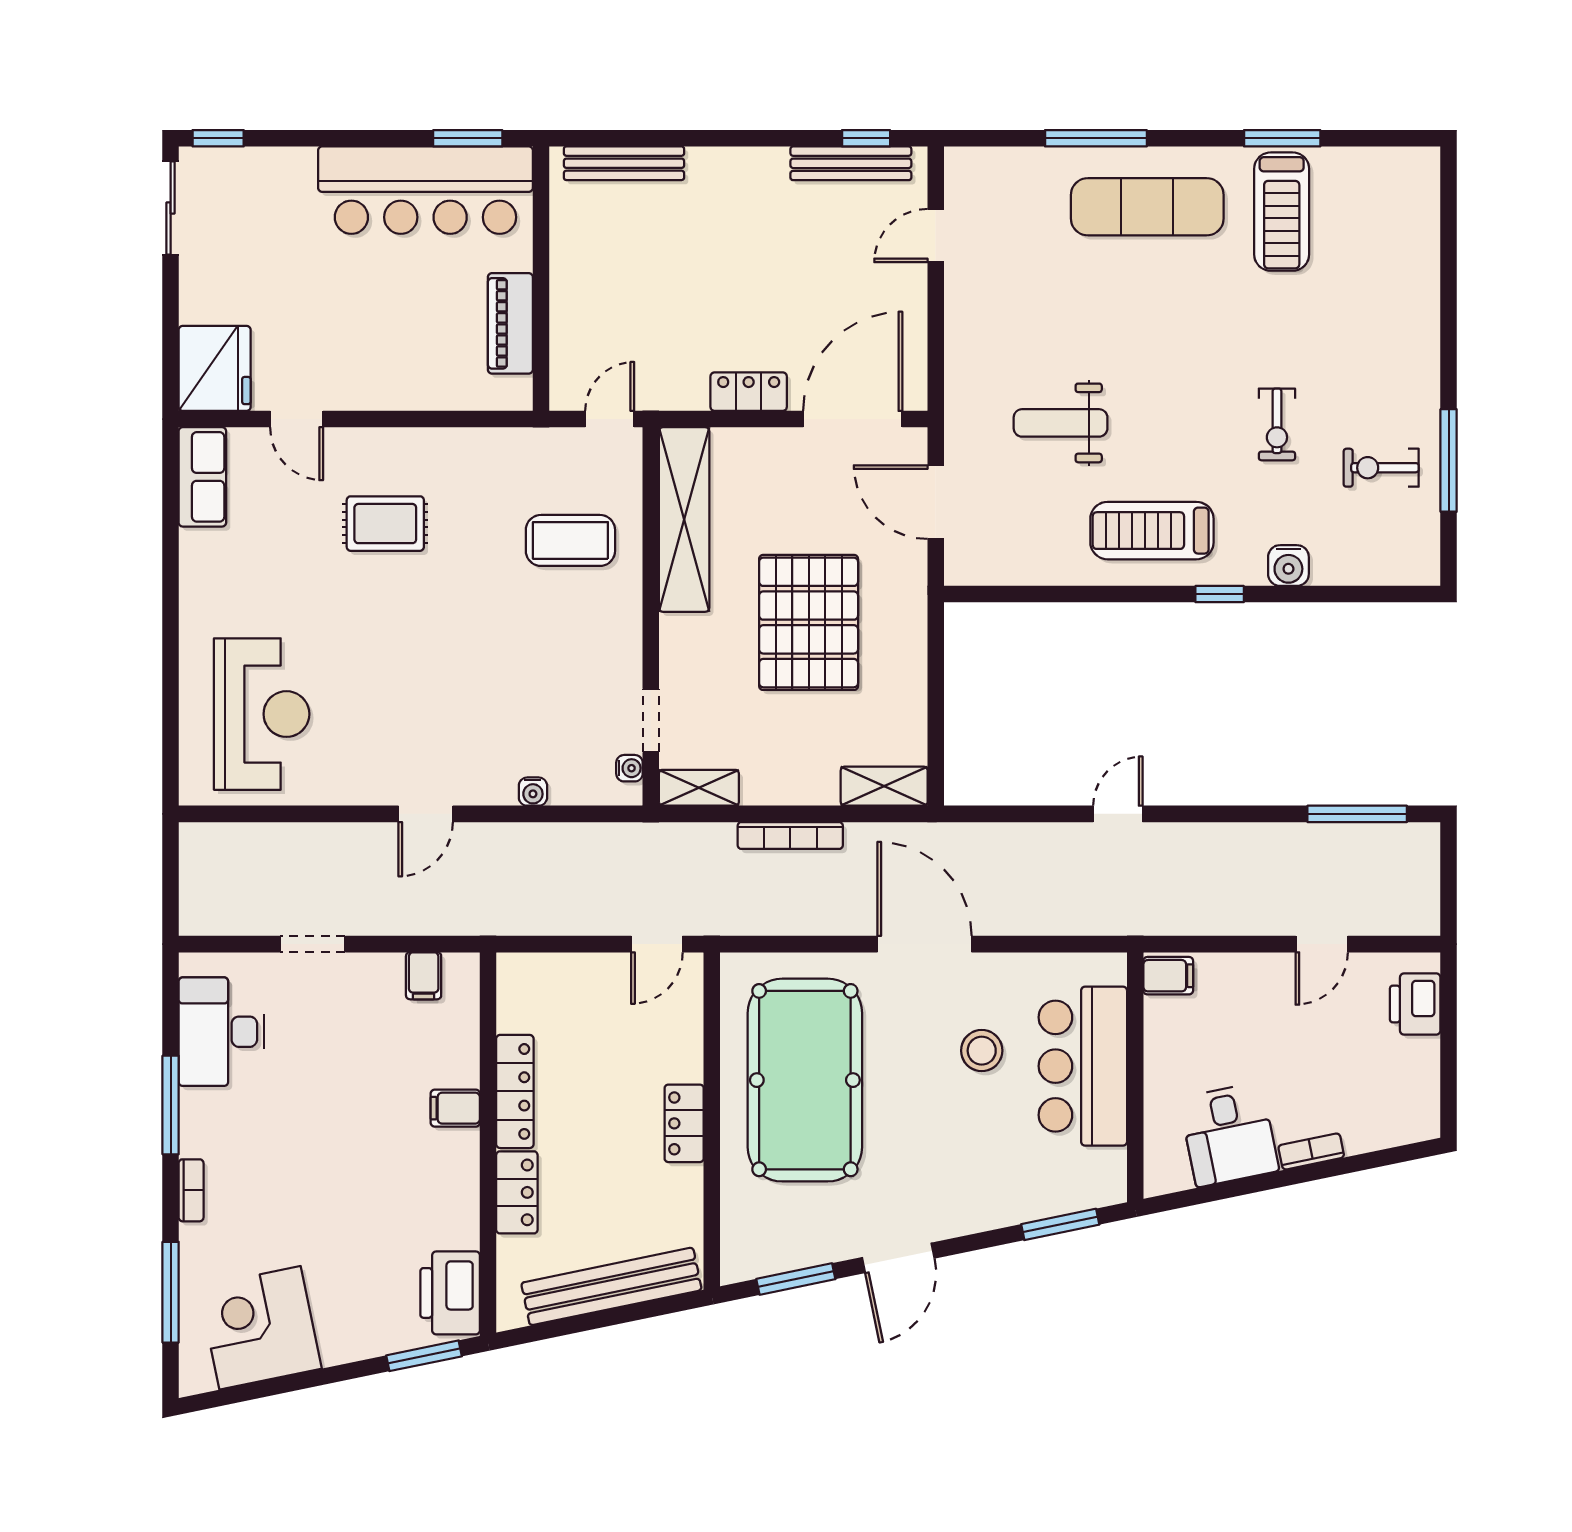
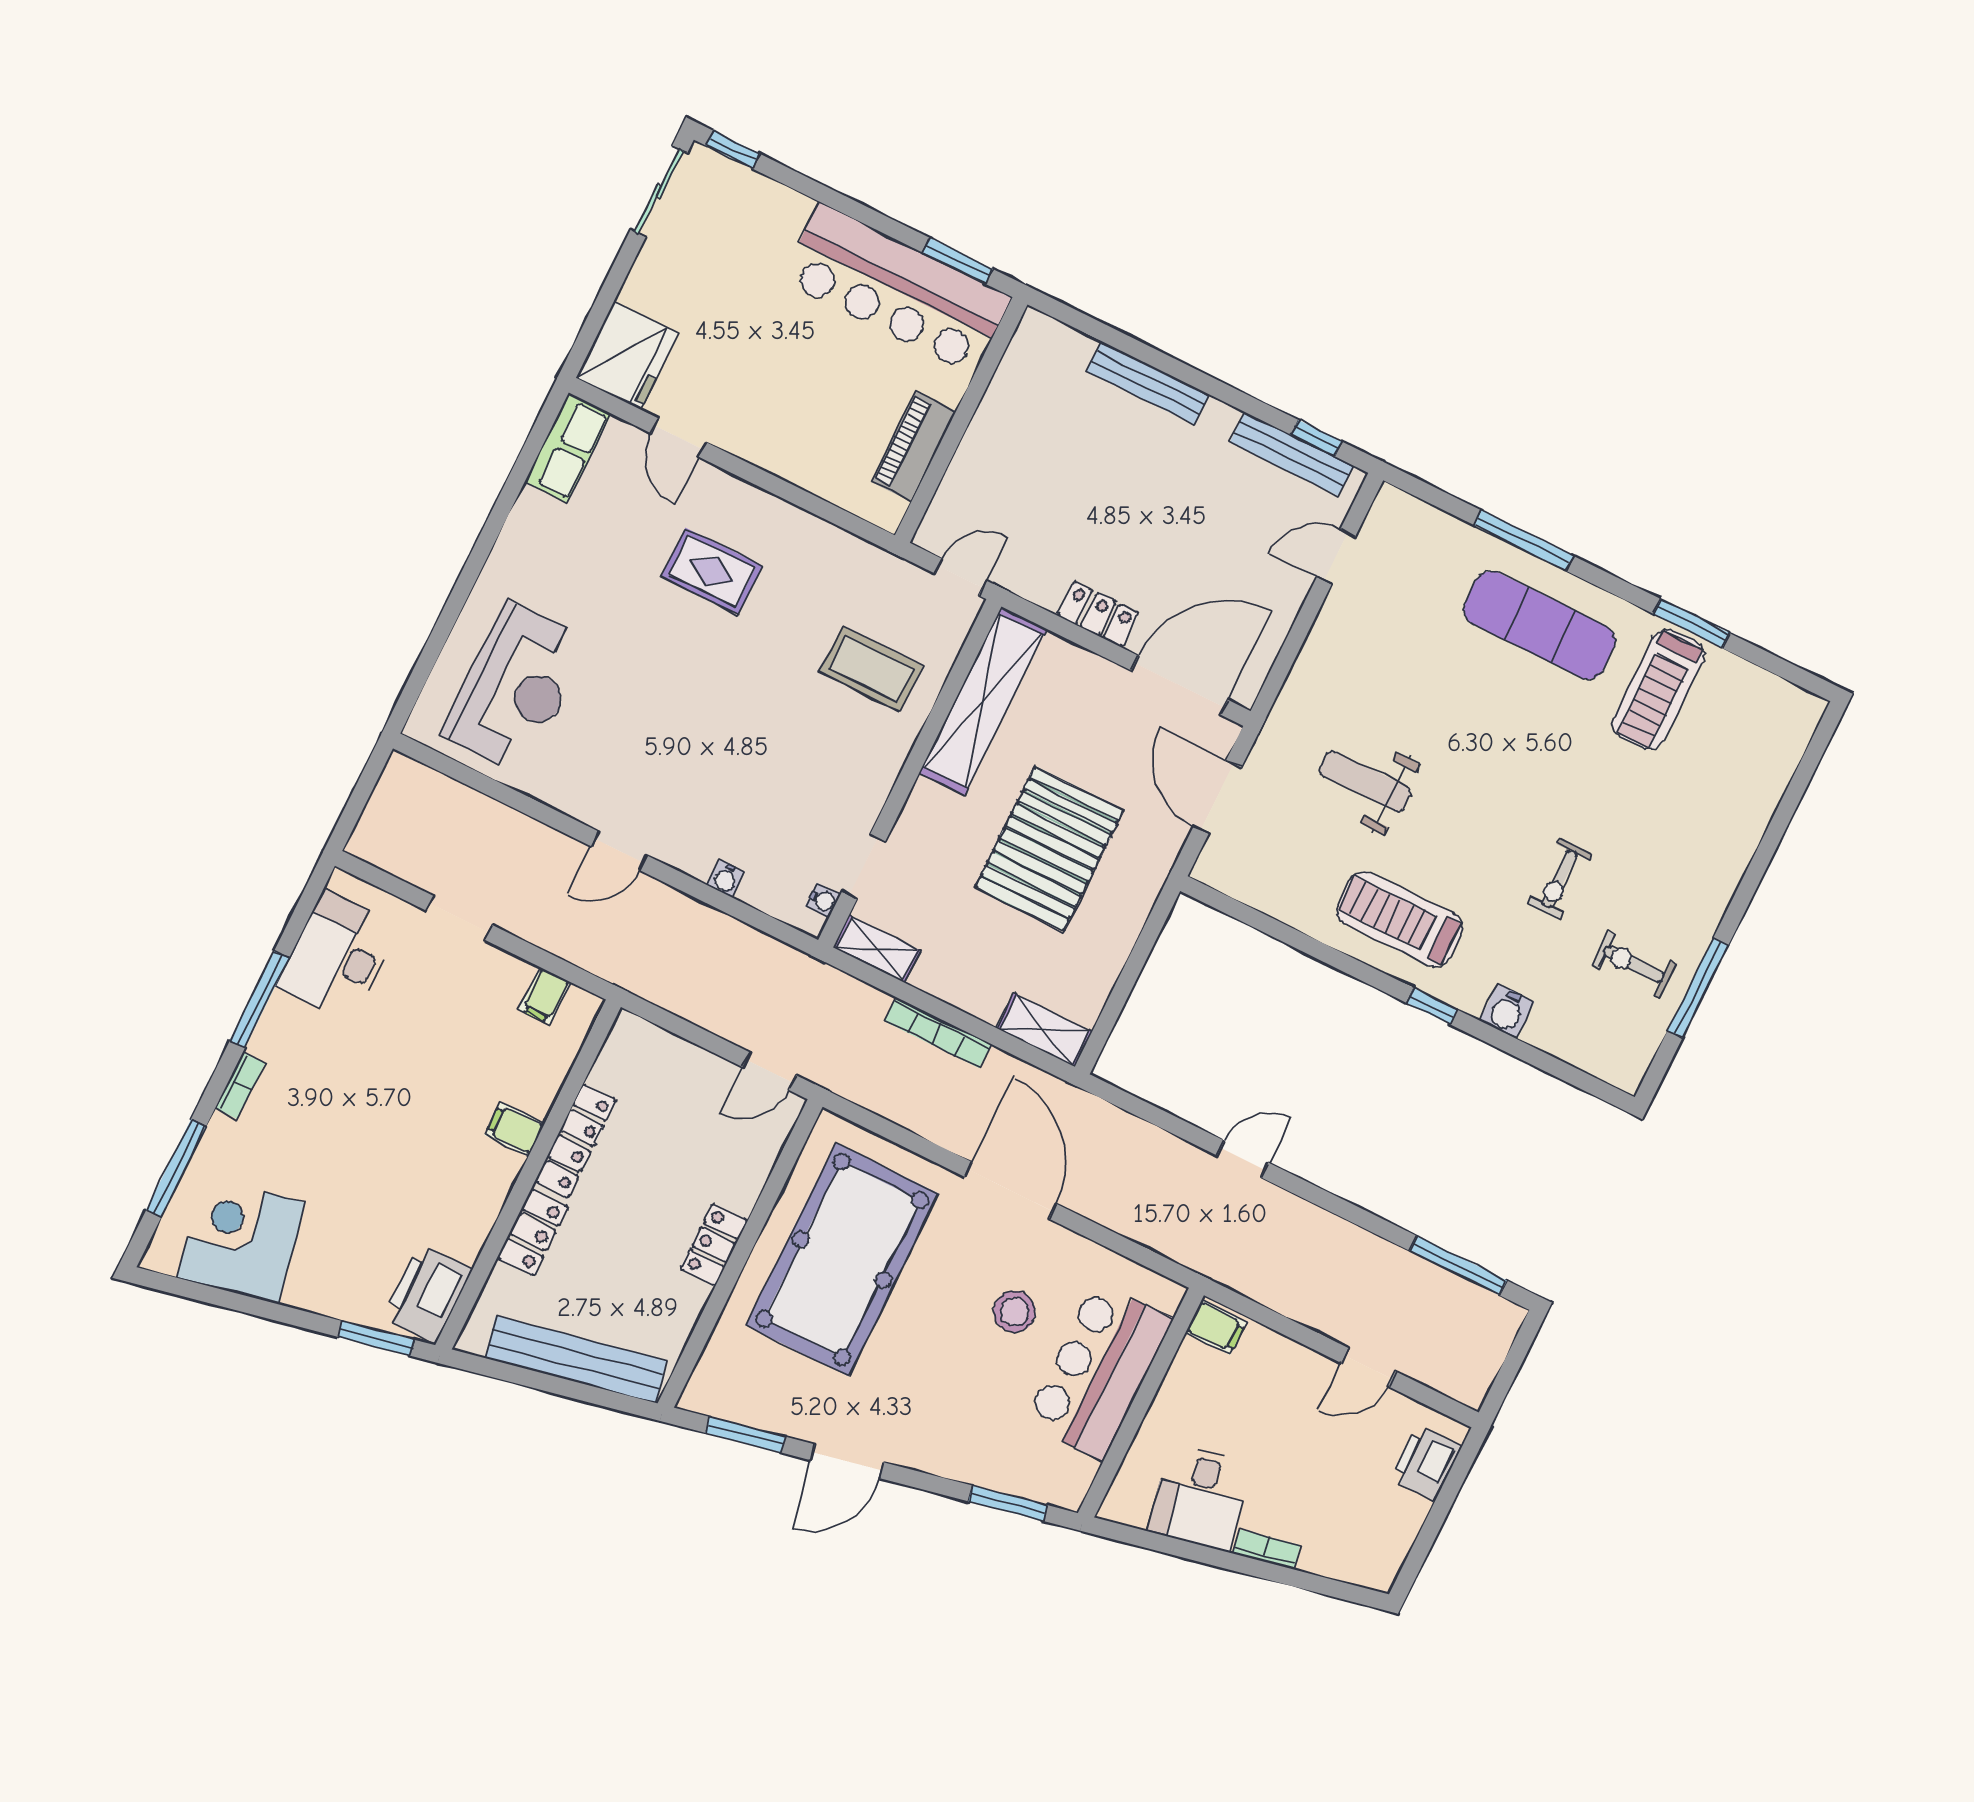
bench: (624, 163) -> (1148, 383), moved

